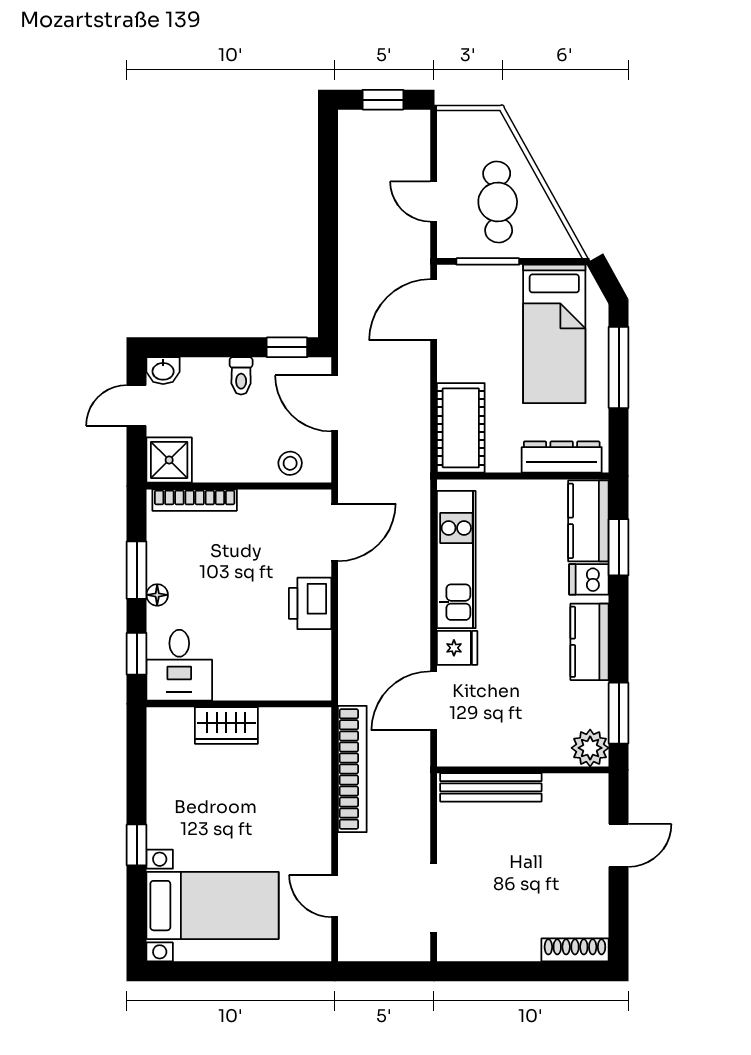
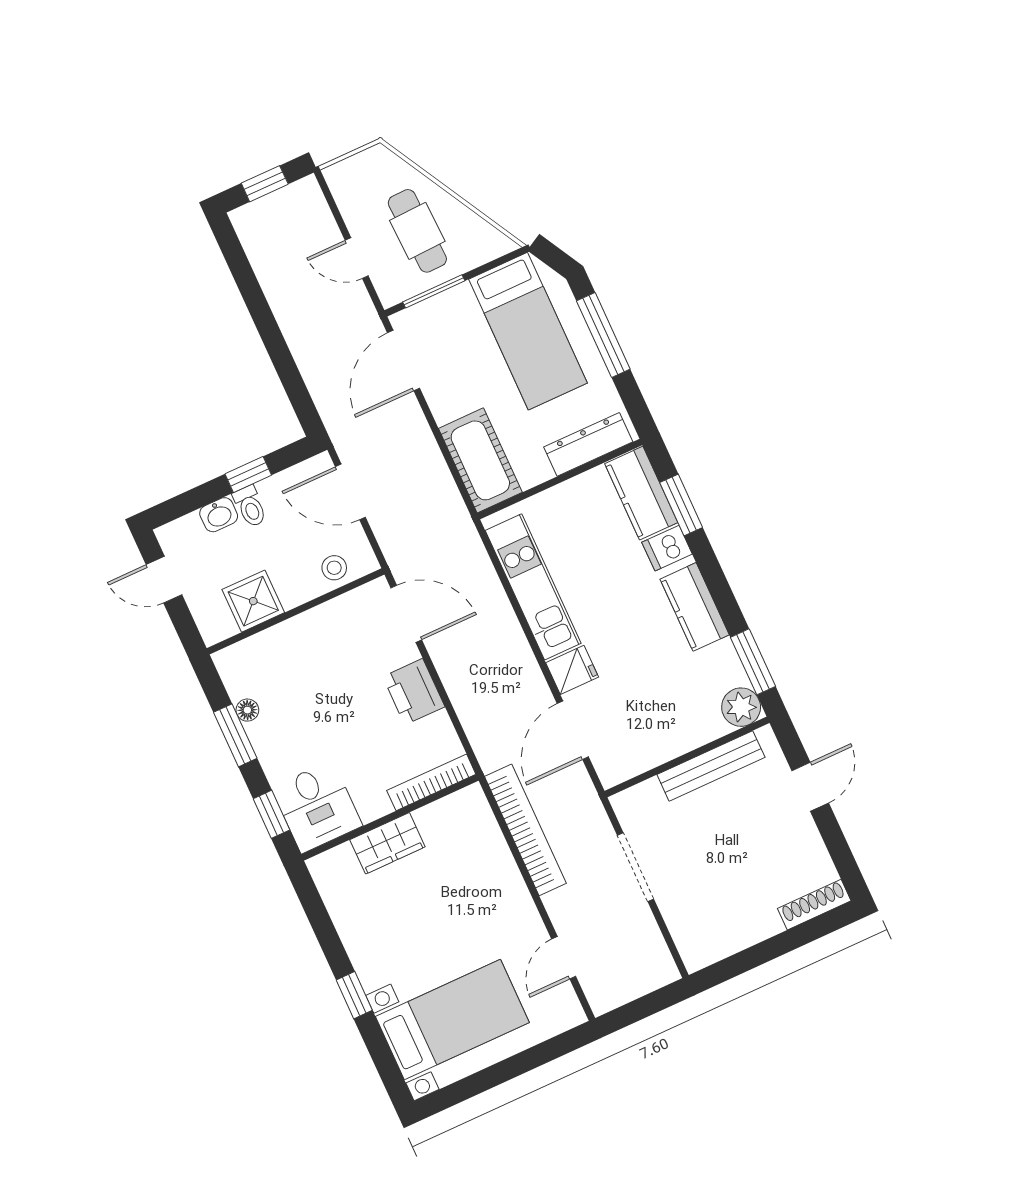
window: (287, 347) -> (248, 474), moved
washbasin: (163, 371) -> (219, 515), moved
door: (137, 406) -> (164, 580), hinge flipped
shower: (169, 460) -> (253, 601), moved
bookcase: (195, 500) -> (431, 782), moved, turned 180
door: (335, 532) -> (406, 614), hinge flipped
floor lamp: (157, 595) -> (247, 710), moved
bench: (491, 787) -> (711, 766), moved
door: (335, 896) -> (564, 958), hinge flipped
doorway: (434, 898) -> (636, 867), moved

